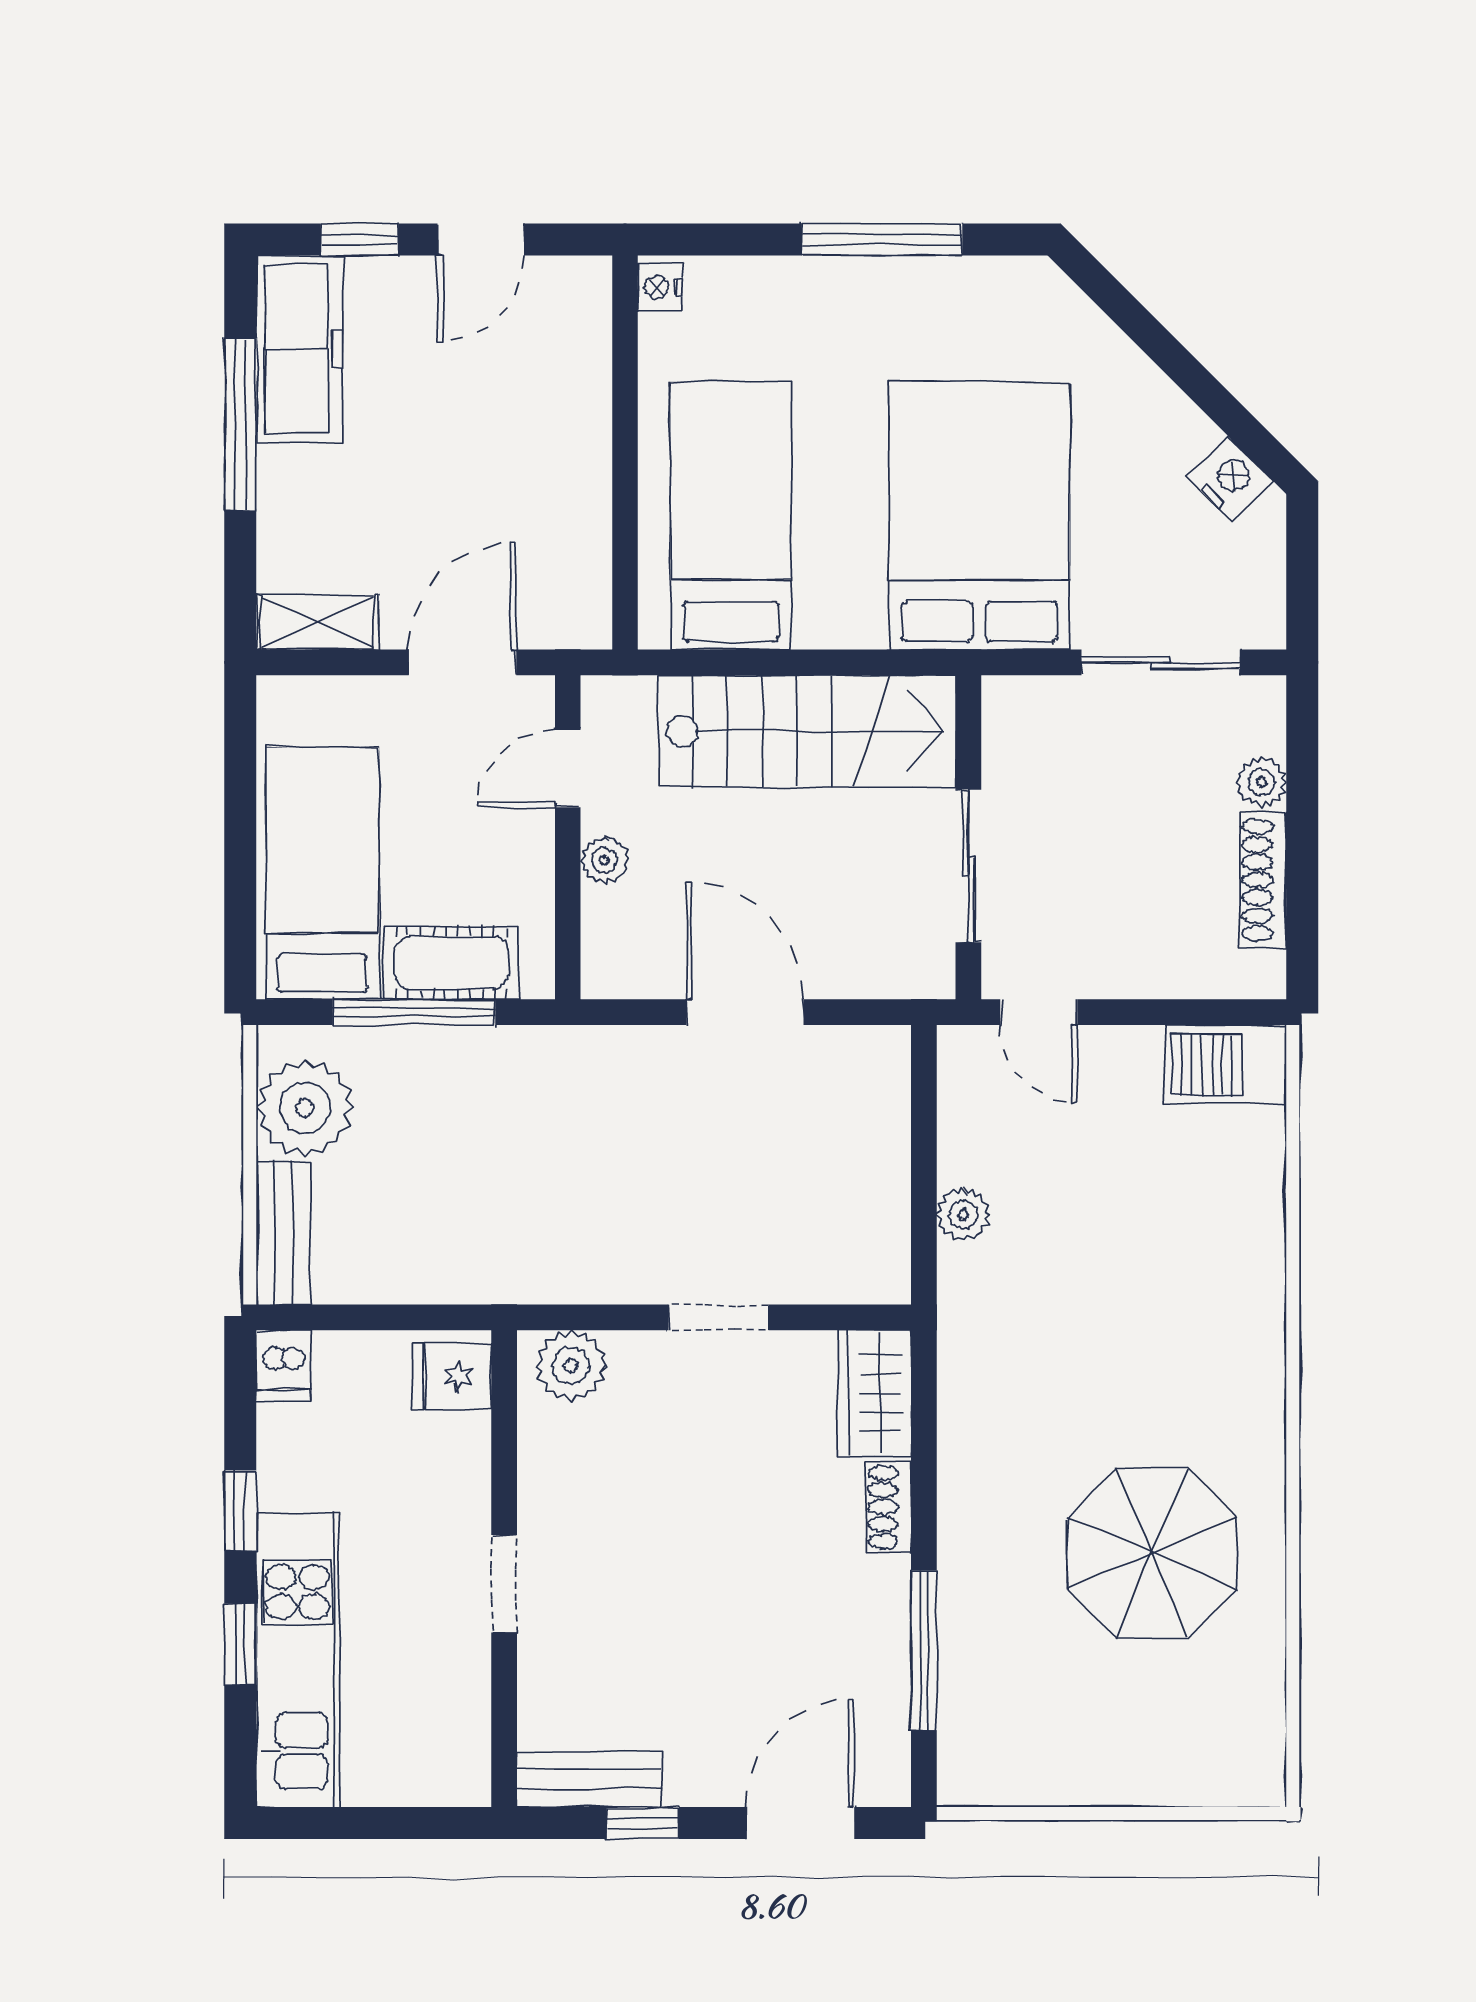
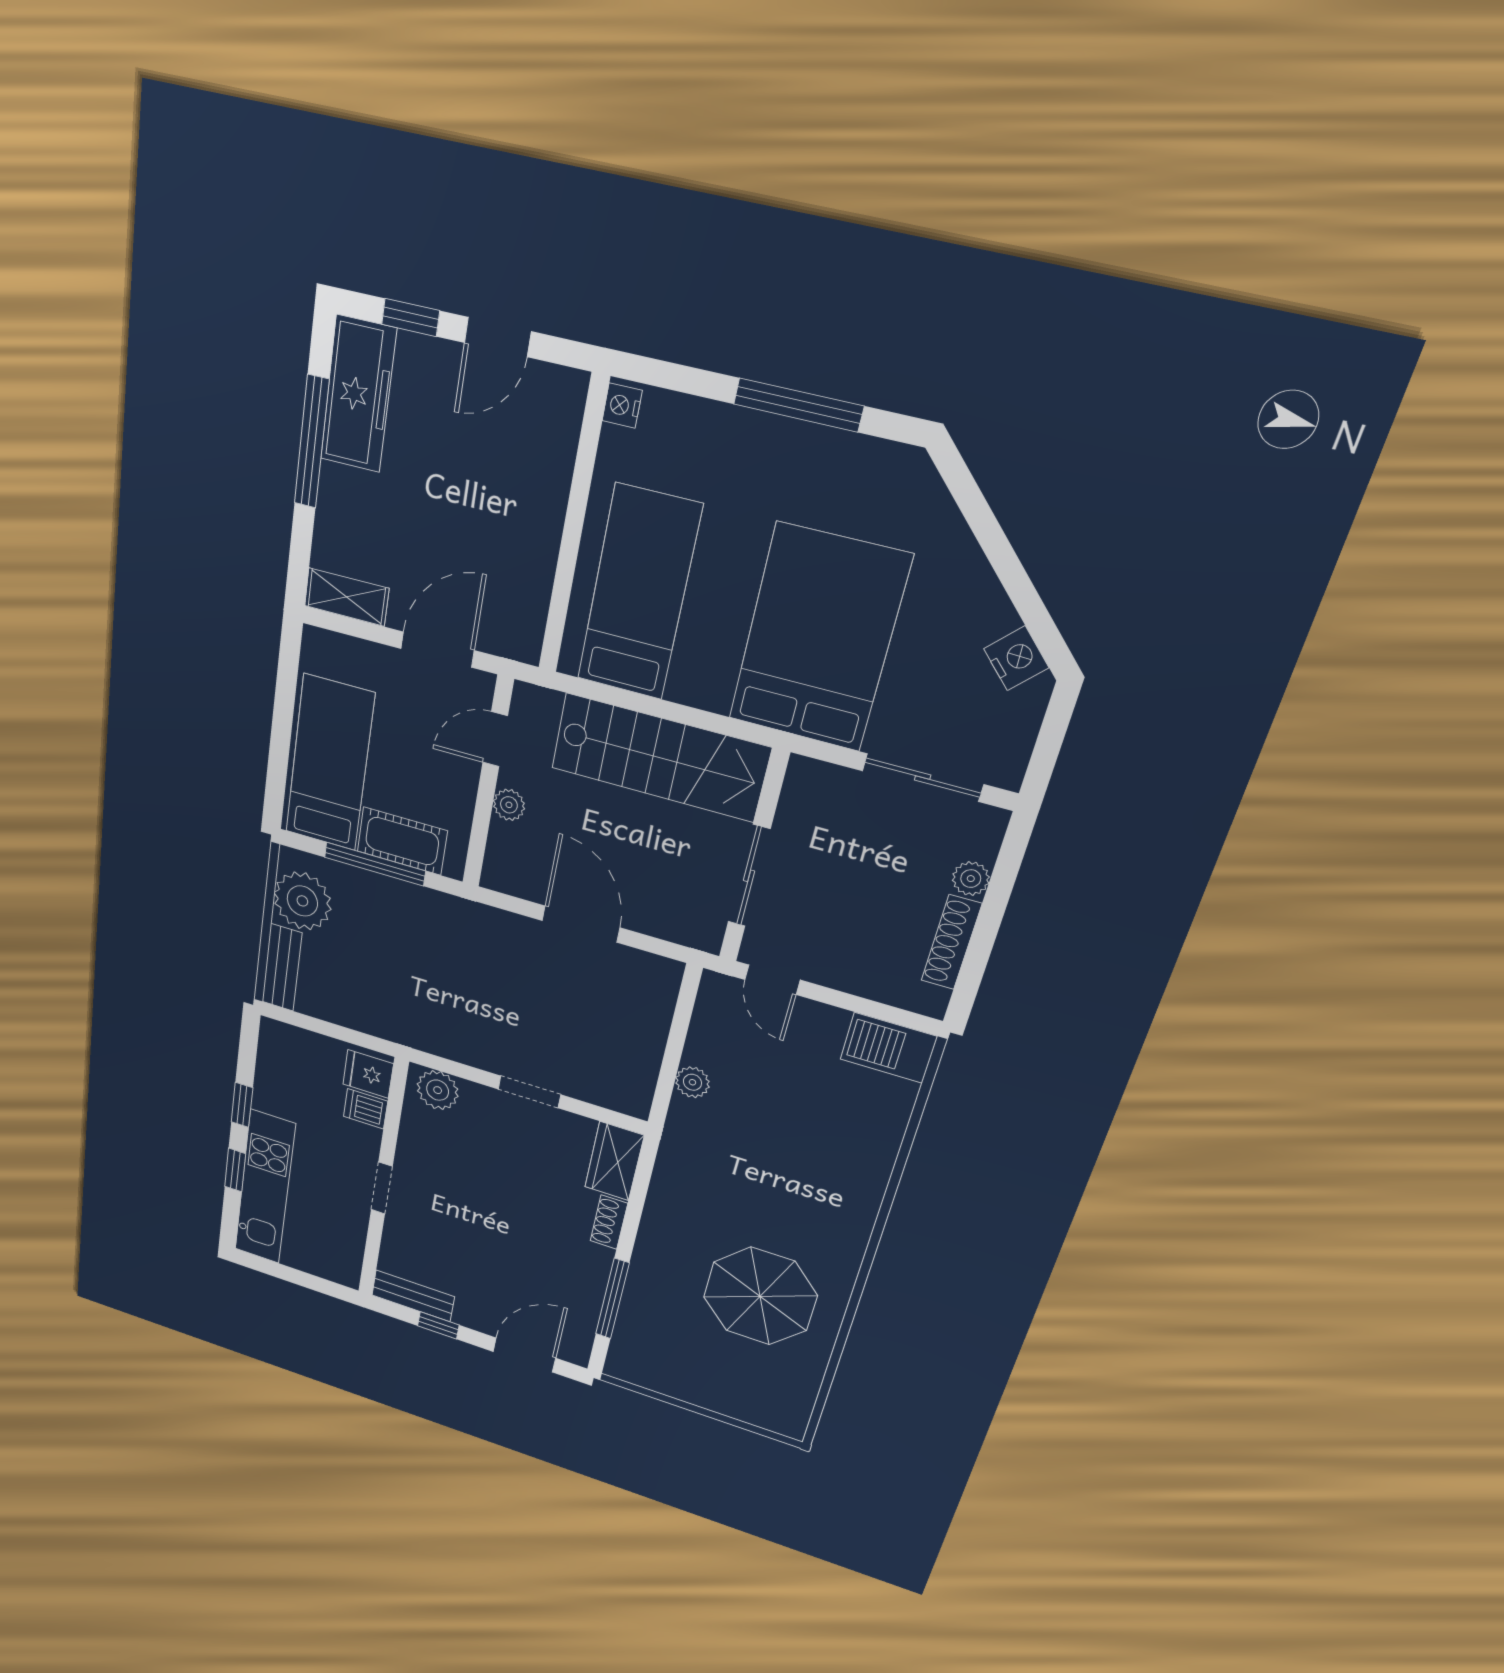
dishwasher: (284, 1366) -> (366, 1109), moved, turned 90

